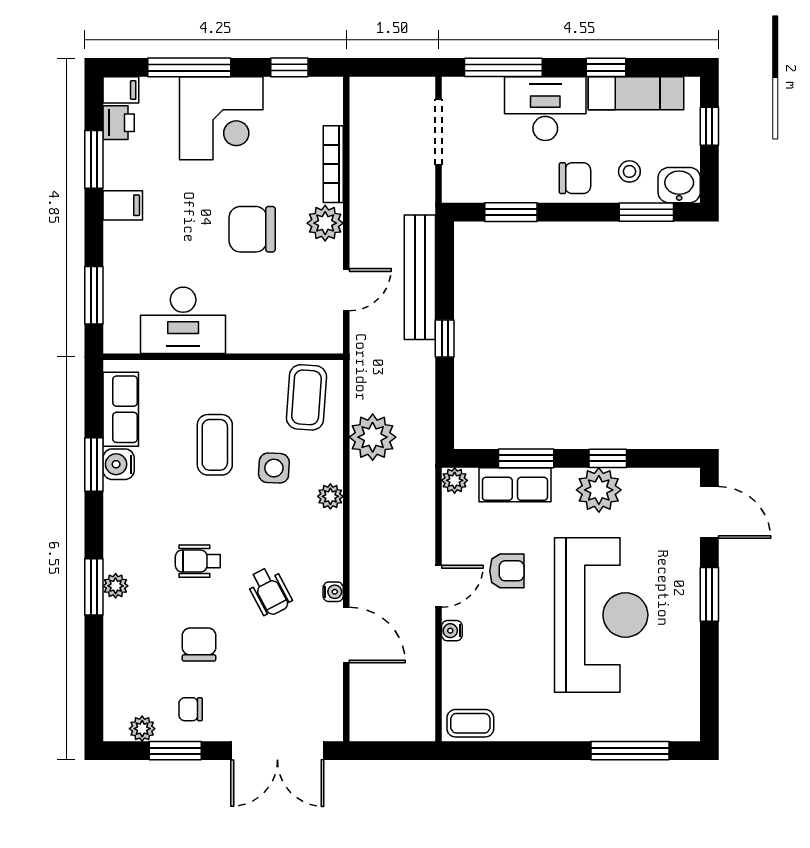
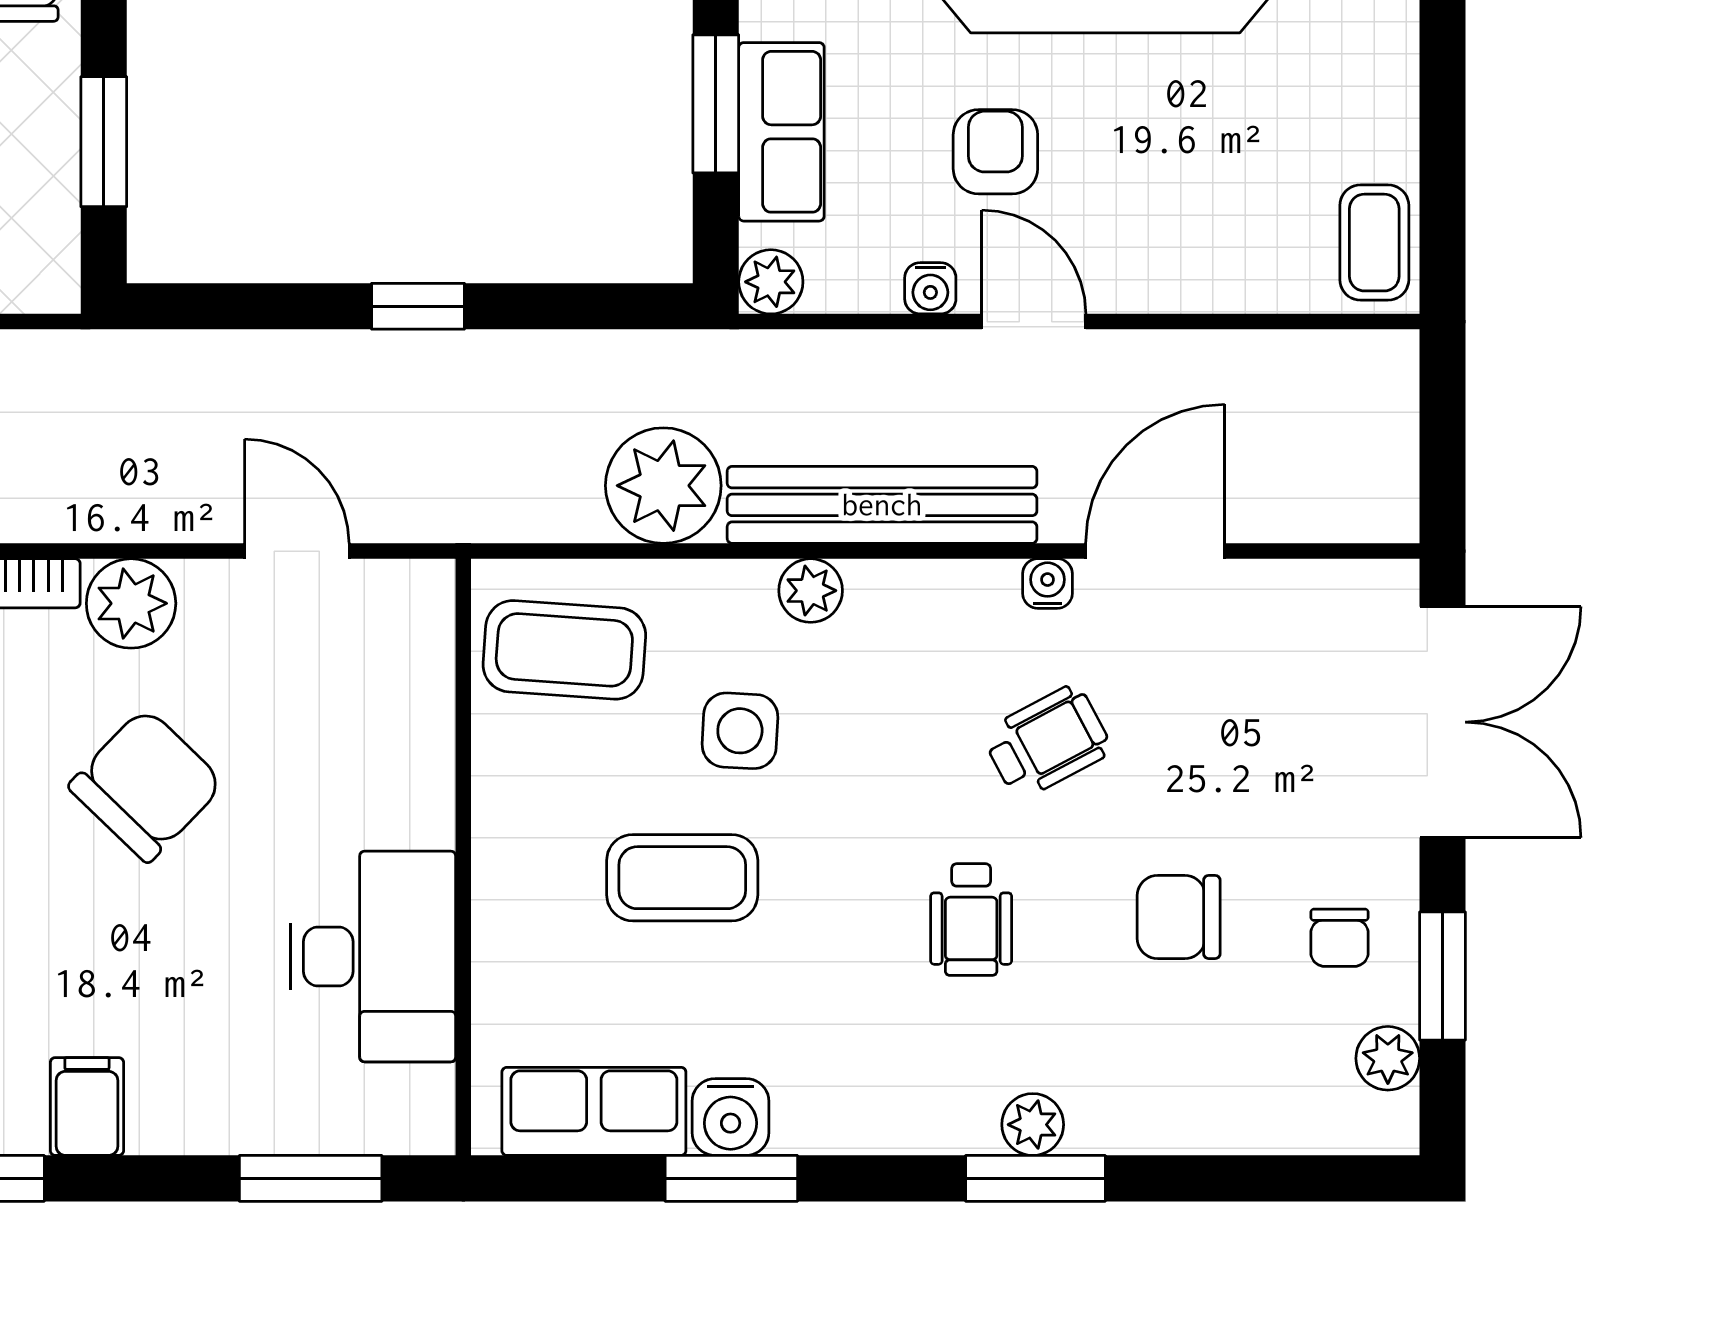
chair: (252, 229) -> (146, 785), turned -136
bench: (420, 277) -> (882, 505), moved
water cooler: (452, 631) -> (930, 288), moved

